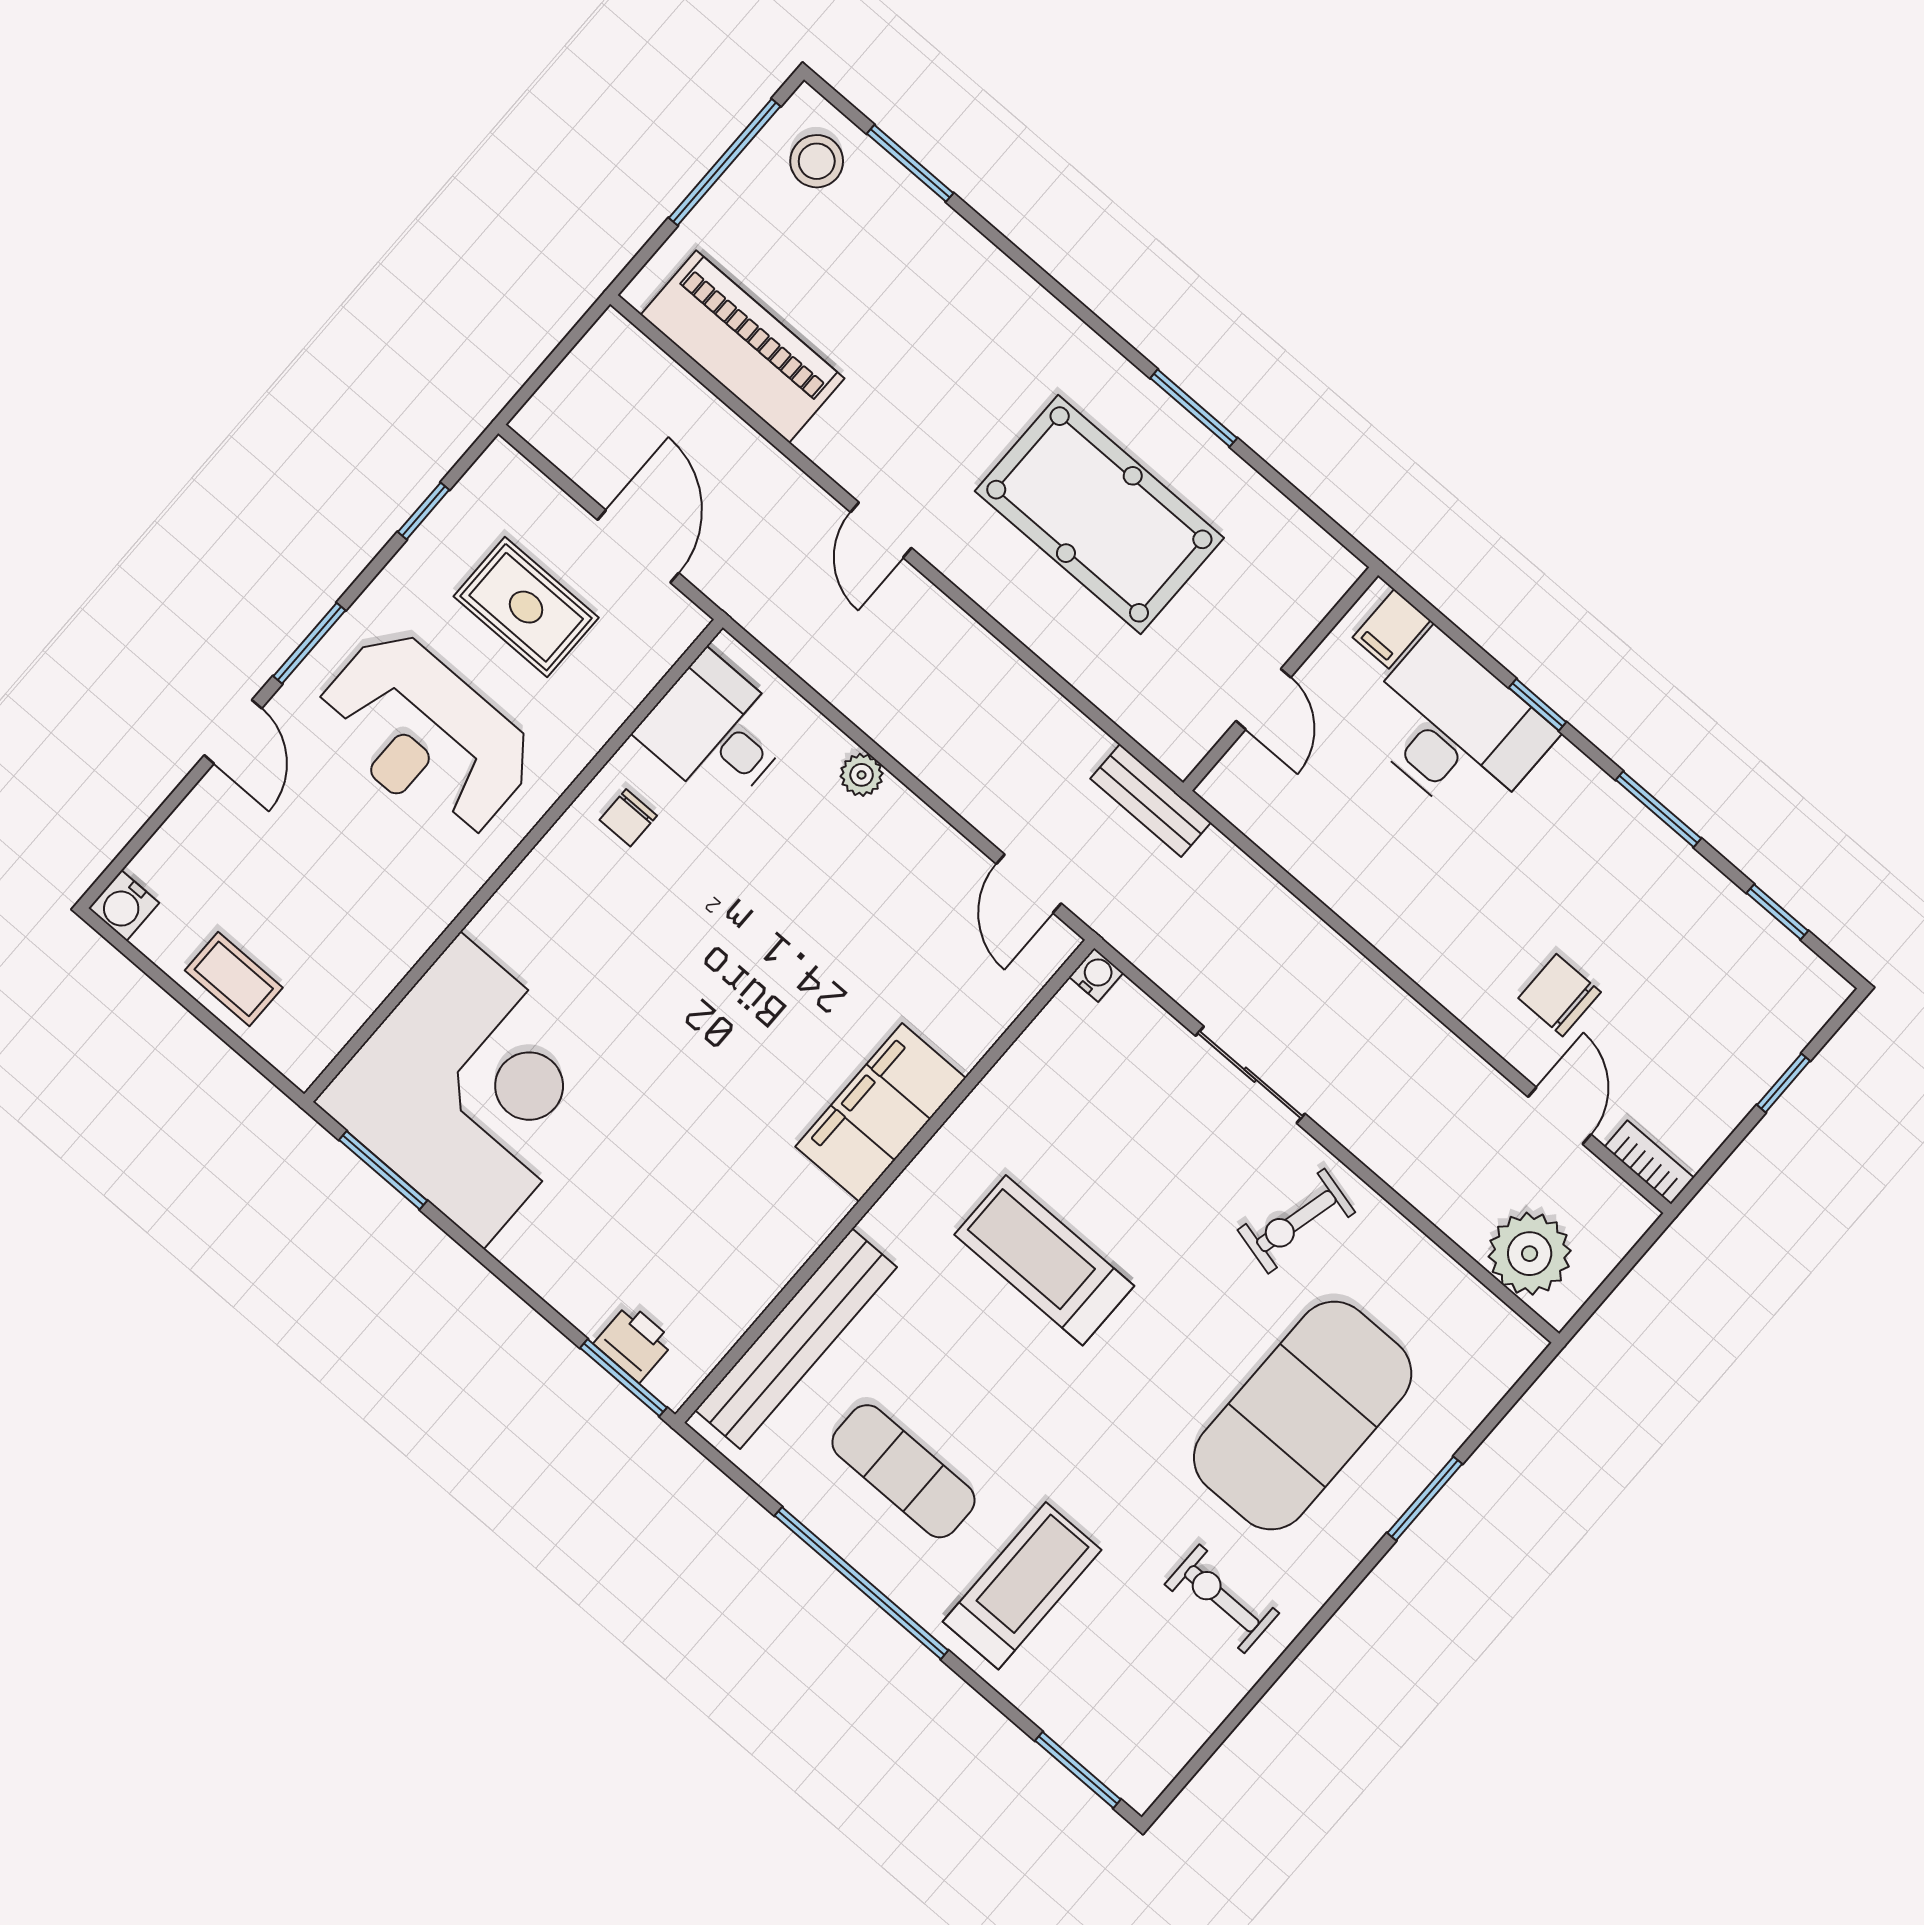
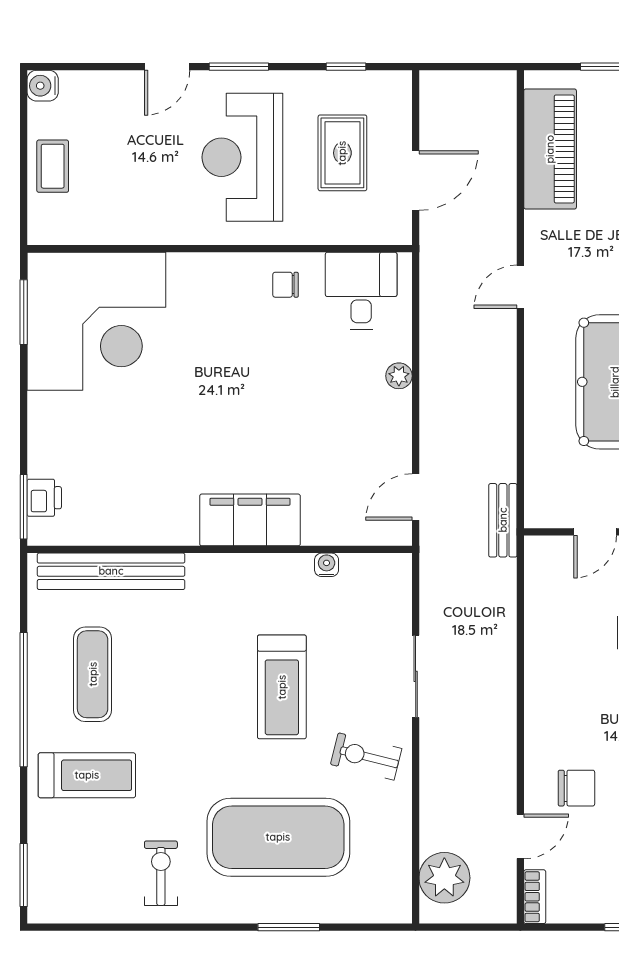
water cooler: (1096, 975) -> (327, 565), moved, turned -90
chair: (1560, 995) -> (576, 788), turned 90
treadmill: (1044, 1260) -> (282, 687), moved, turned 180

